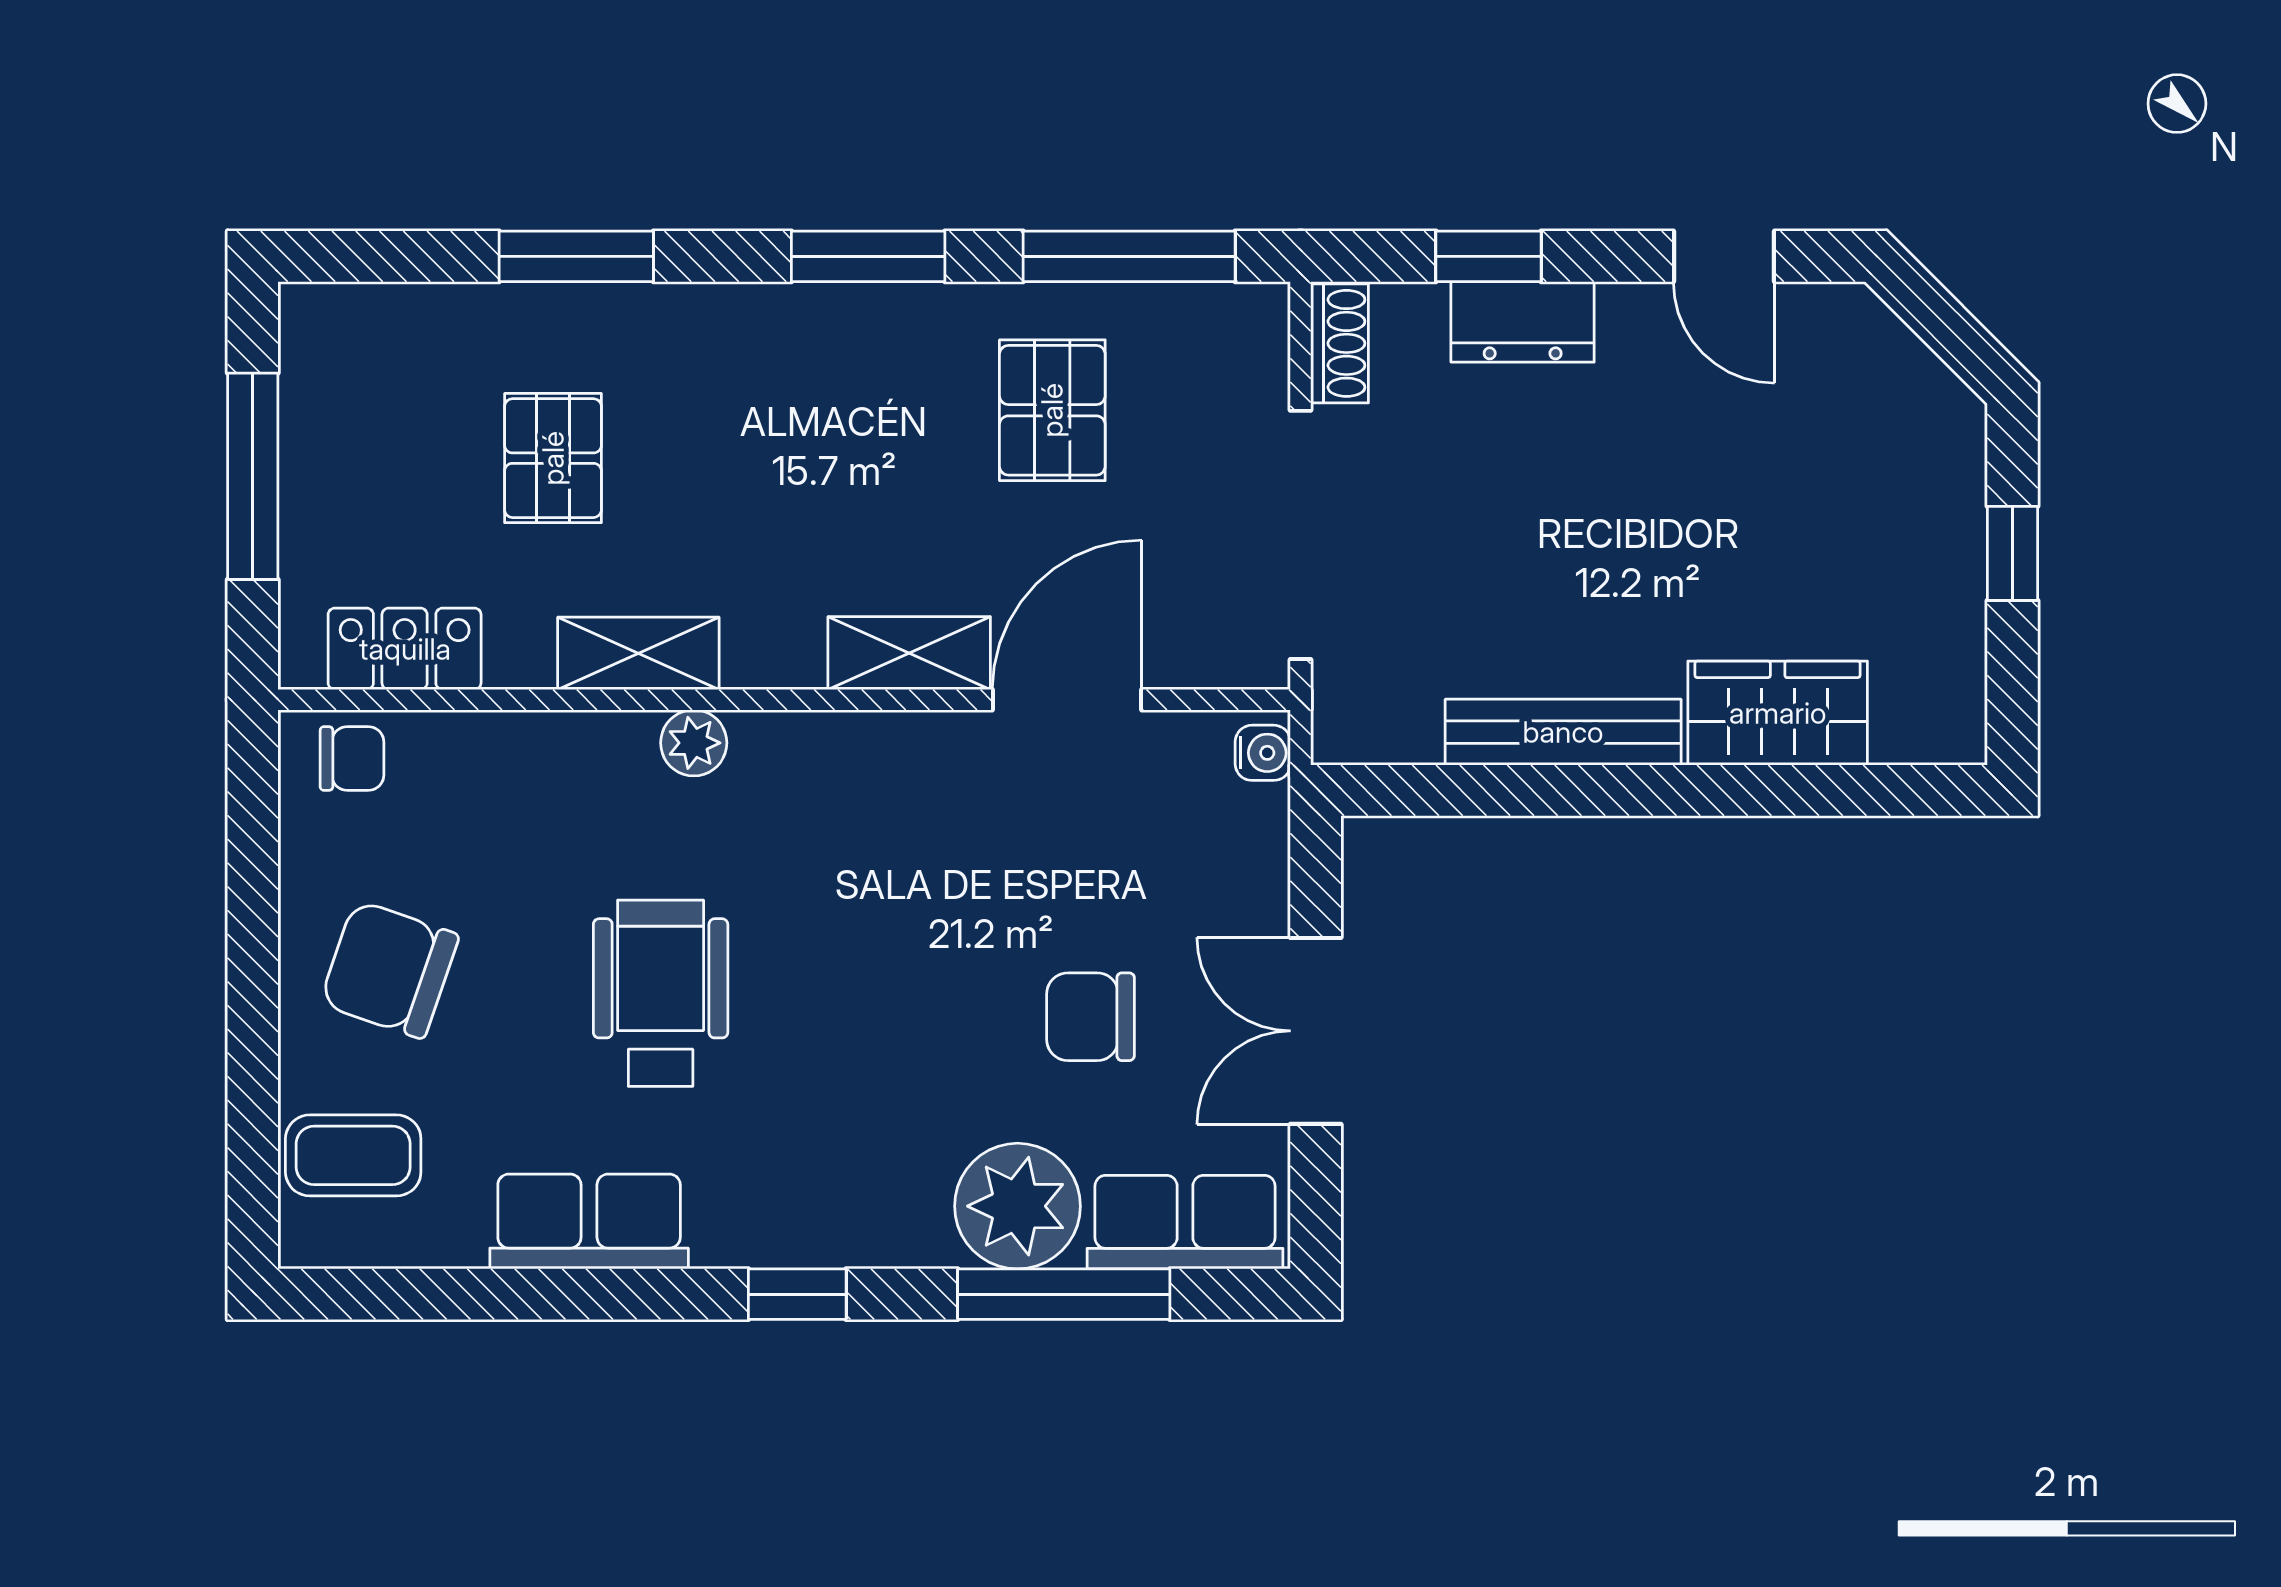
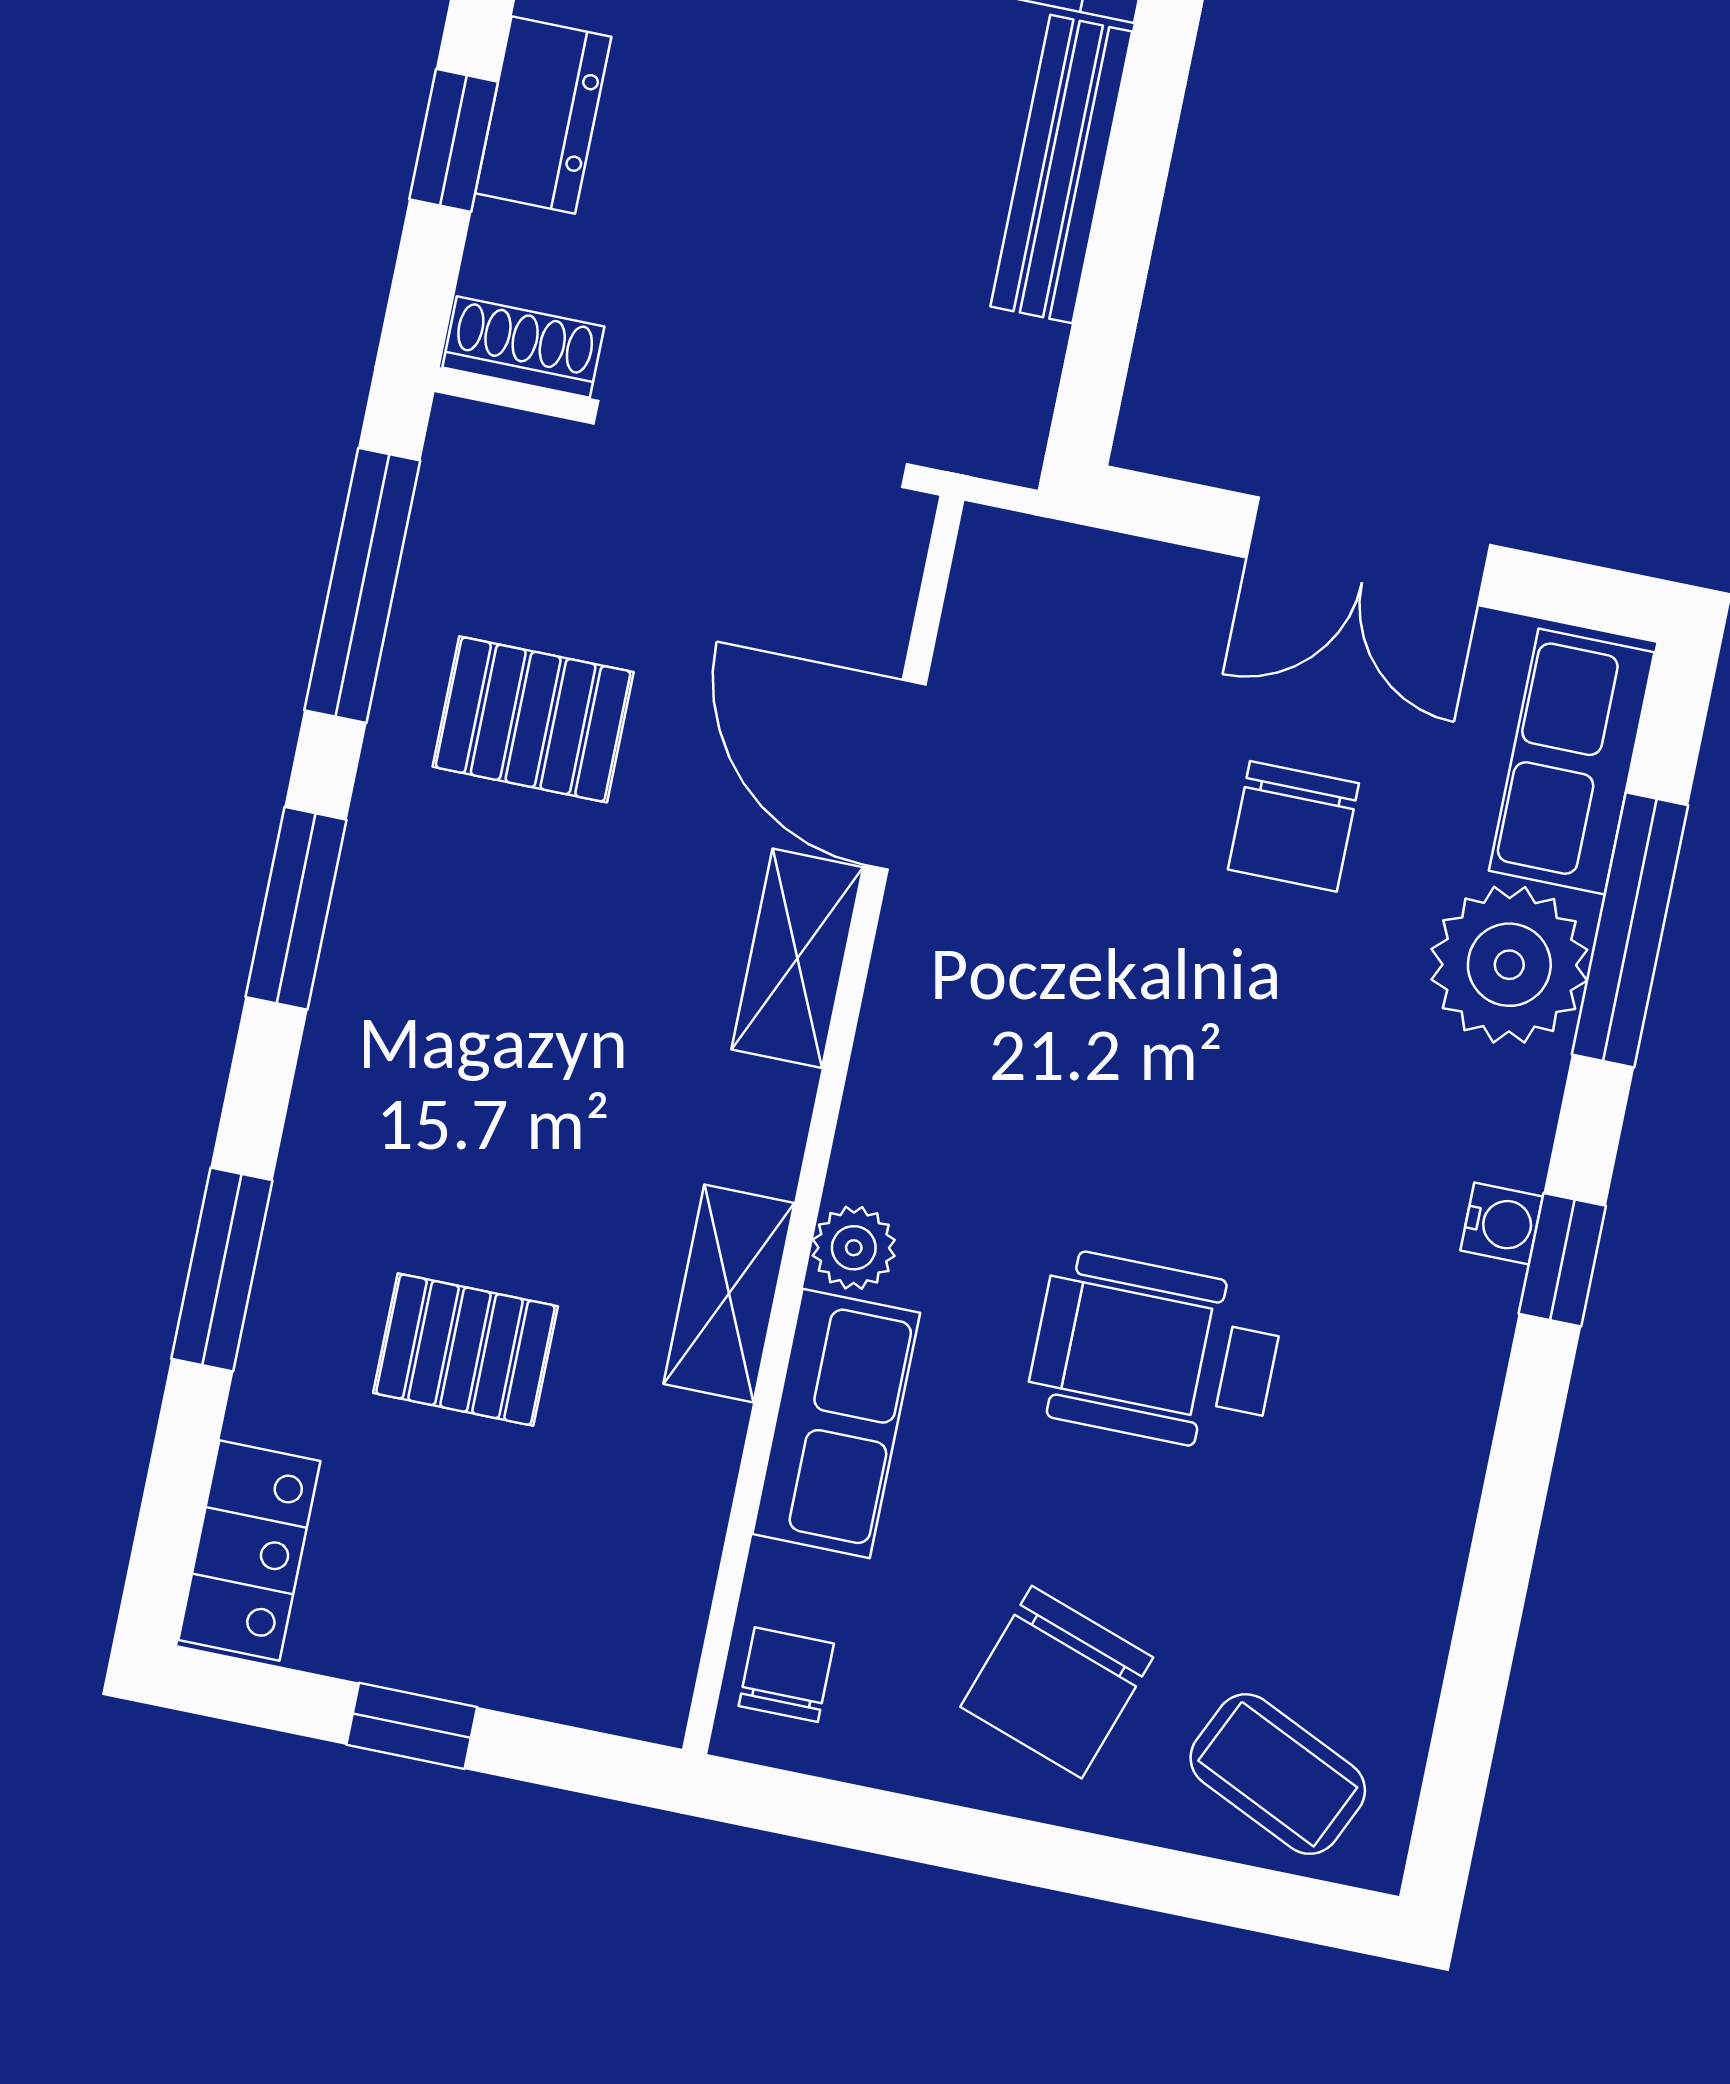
window: (253, 476) -> (412, 1726), width x0.46
locker: (405, 649) -> (249, 1550), moved, turned 180
water cooler: (1263, 753) -> (1502, 1224), moved, turned 90
coffee table: (353, 1155) -> (1278, 1774), turned -65
row of seats: (589, 1222) -> (836, 1423), moved, turned 180

